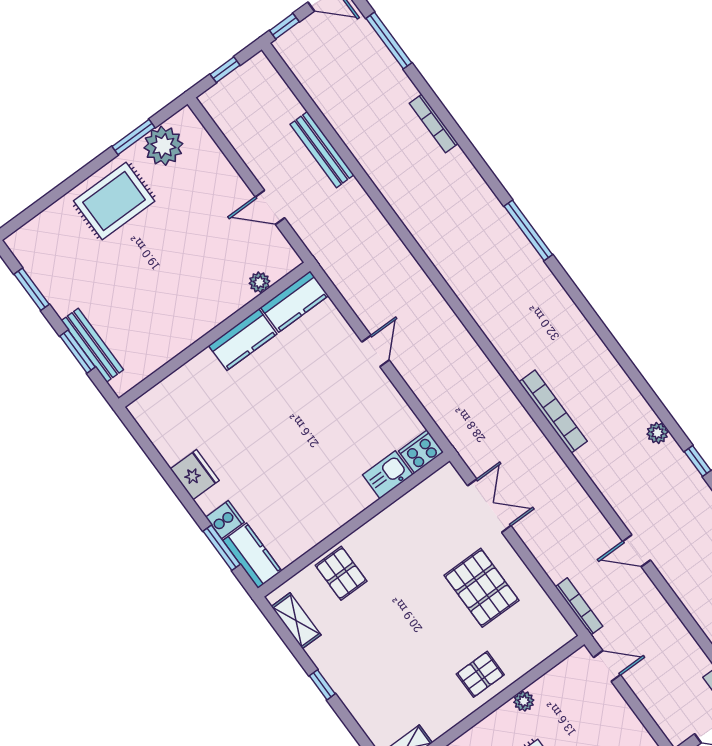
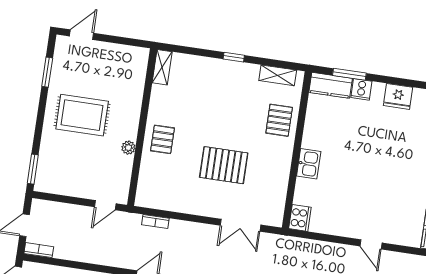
kitchen sink: (388, 475) -> (309, 164), moved
pallet: (341, 573) -> (279, 120), turned 90
pallet: (481, 588) -> (224, 165), moved
bookcase: (579, 606) -> (155, 221), width x0.64

